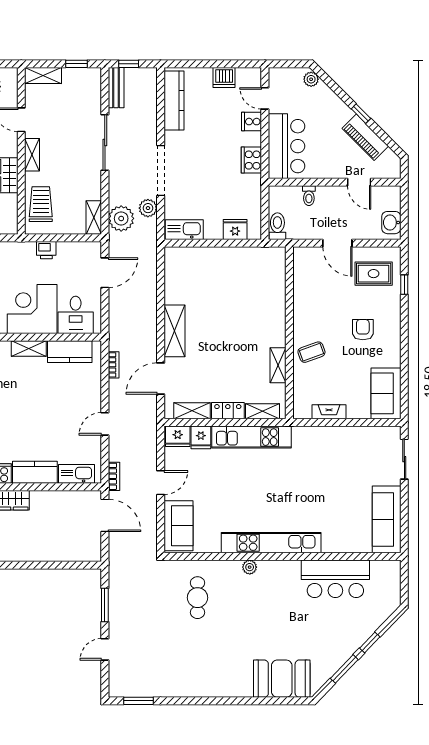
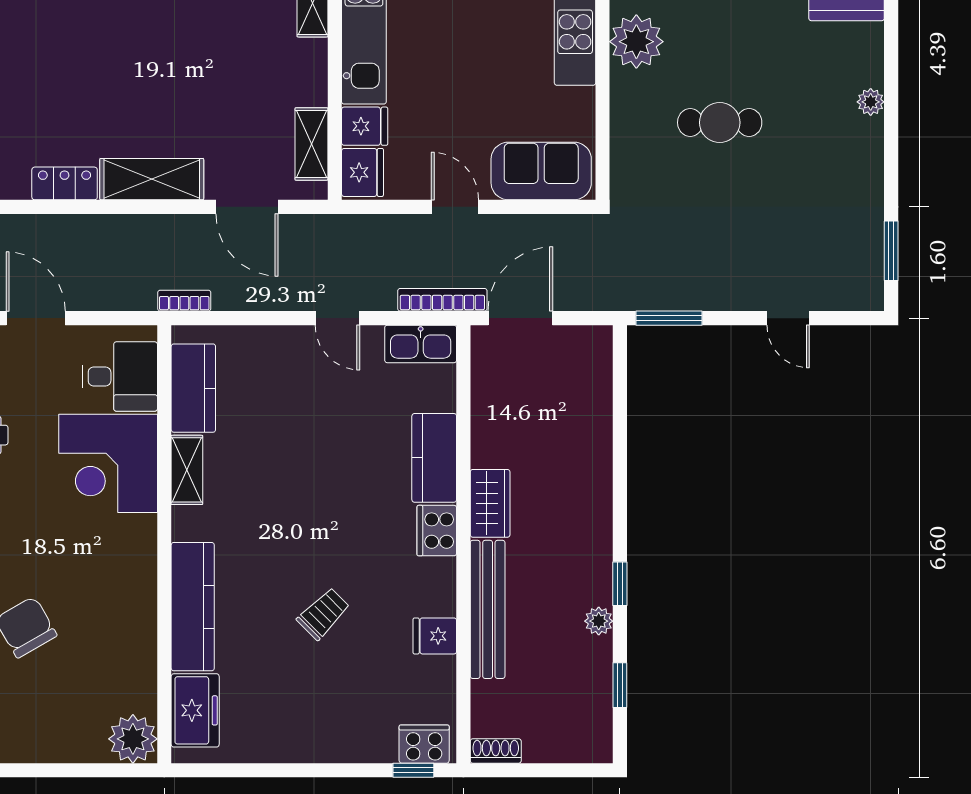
bookcase: (114, 365) -> (184, 301), moved
locker: (228, 411) -> (65, 183), moved, turned 90
kitchen sink: (76, 474) -> (421, 344), moved, turned -90
bookcase: (114, 476) -> (442, 300), width x1.56
plant: (250, 567) -> (636, 42), width x1.88, depth x1.88
cafe table: (197, 598) -> (720, 123), moved
window: (105, 605) -> (669, 318), moved
plant: (213, 691) -> (871, 102), added

